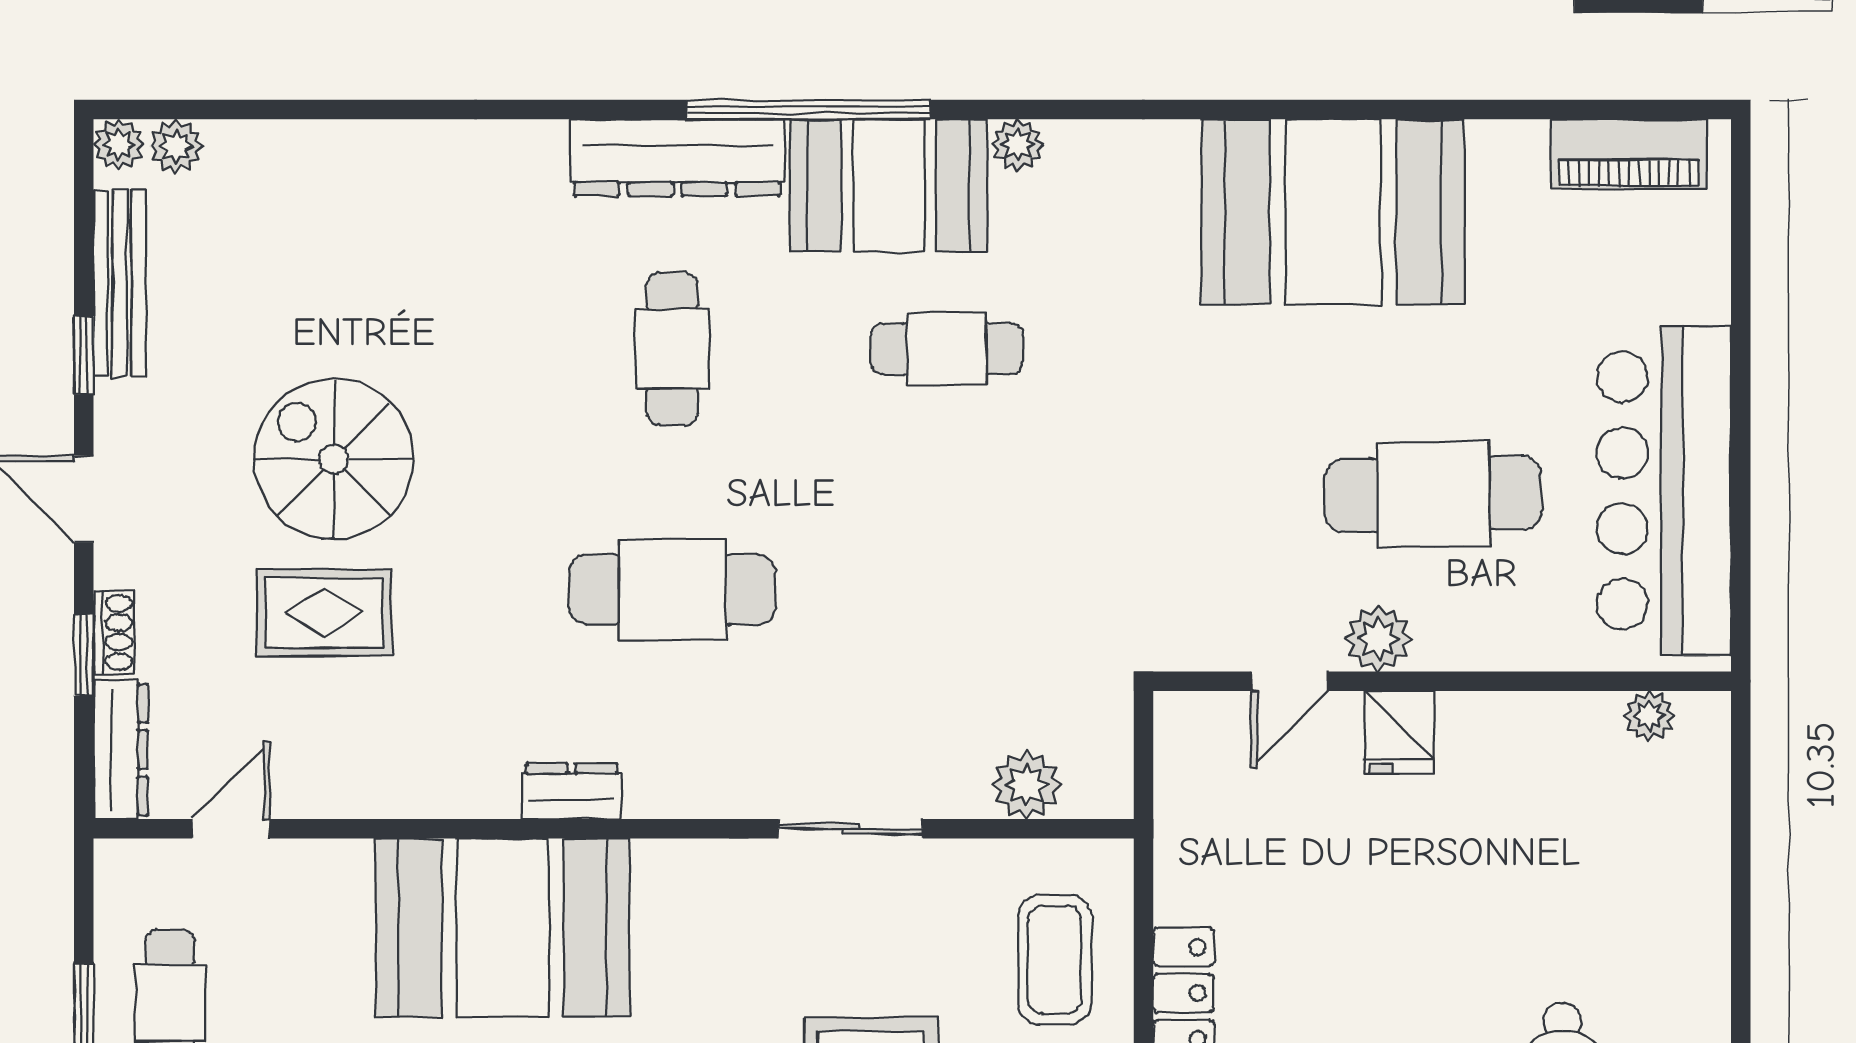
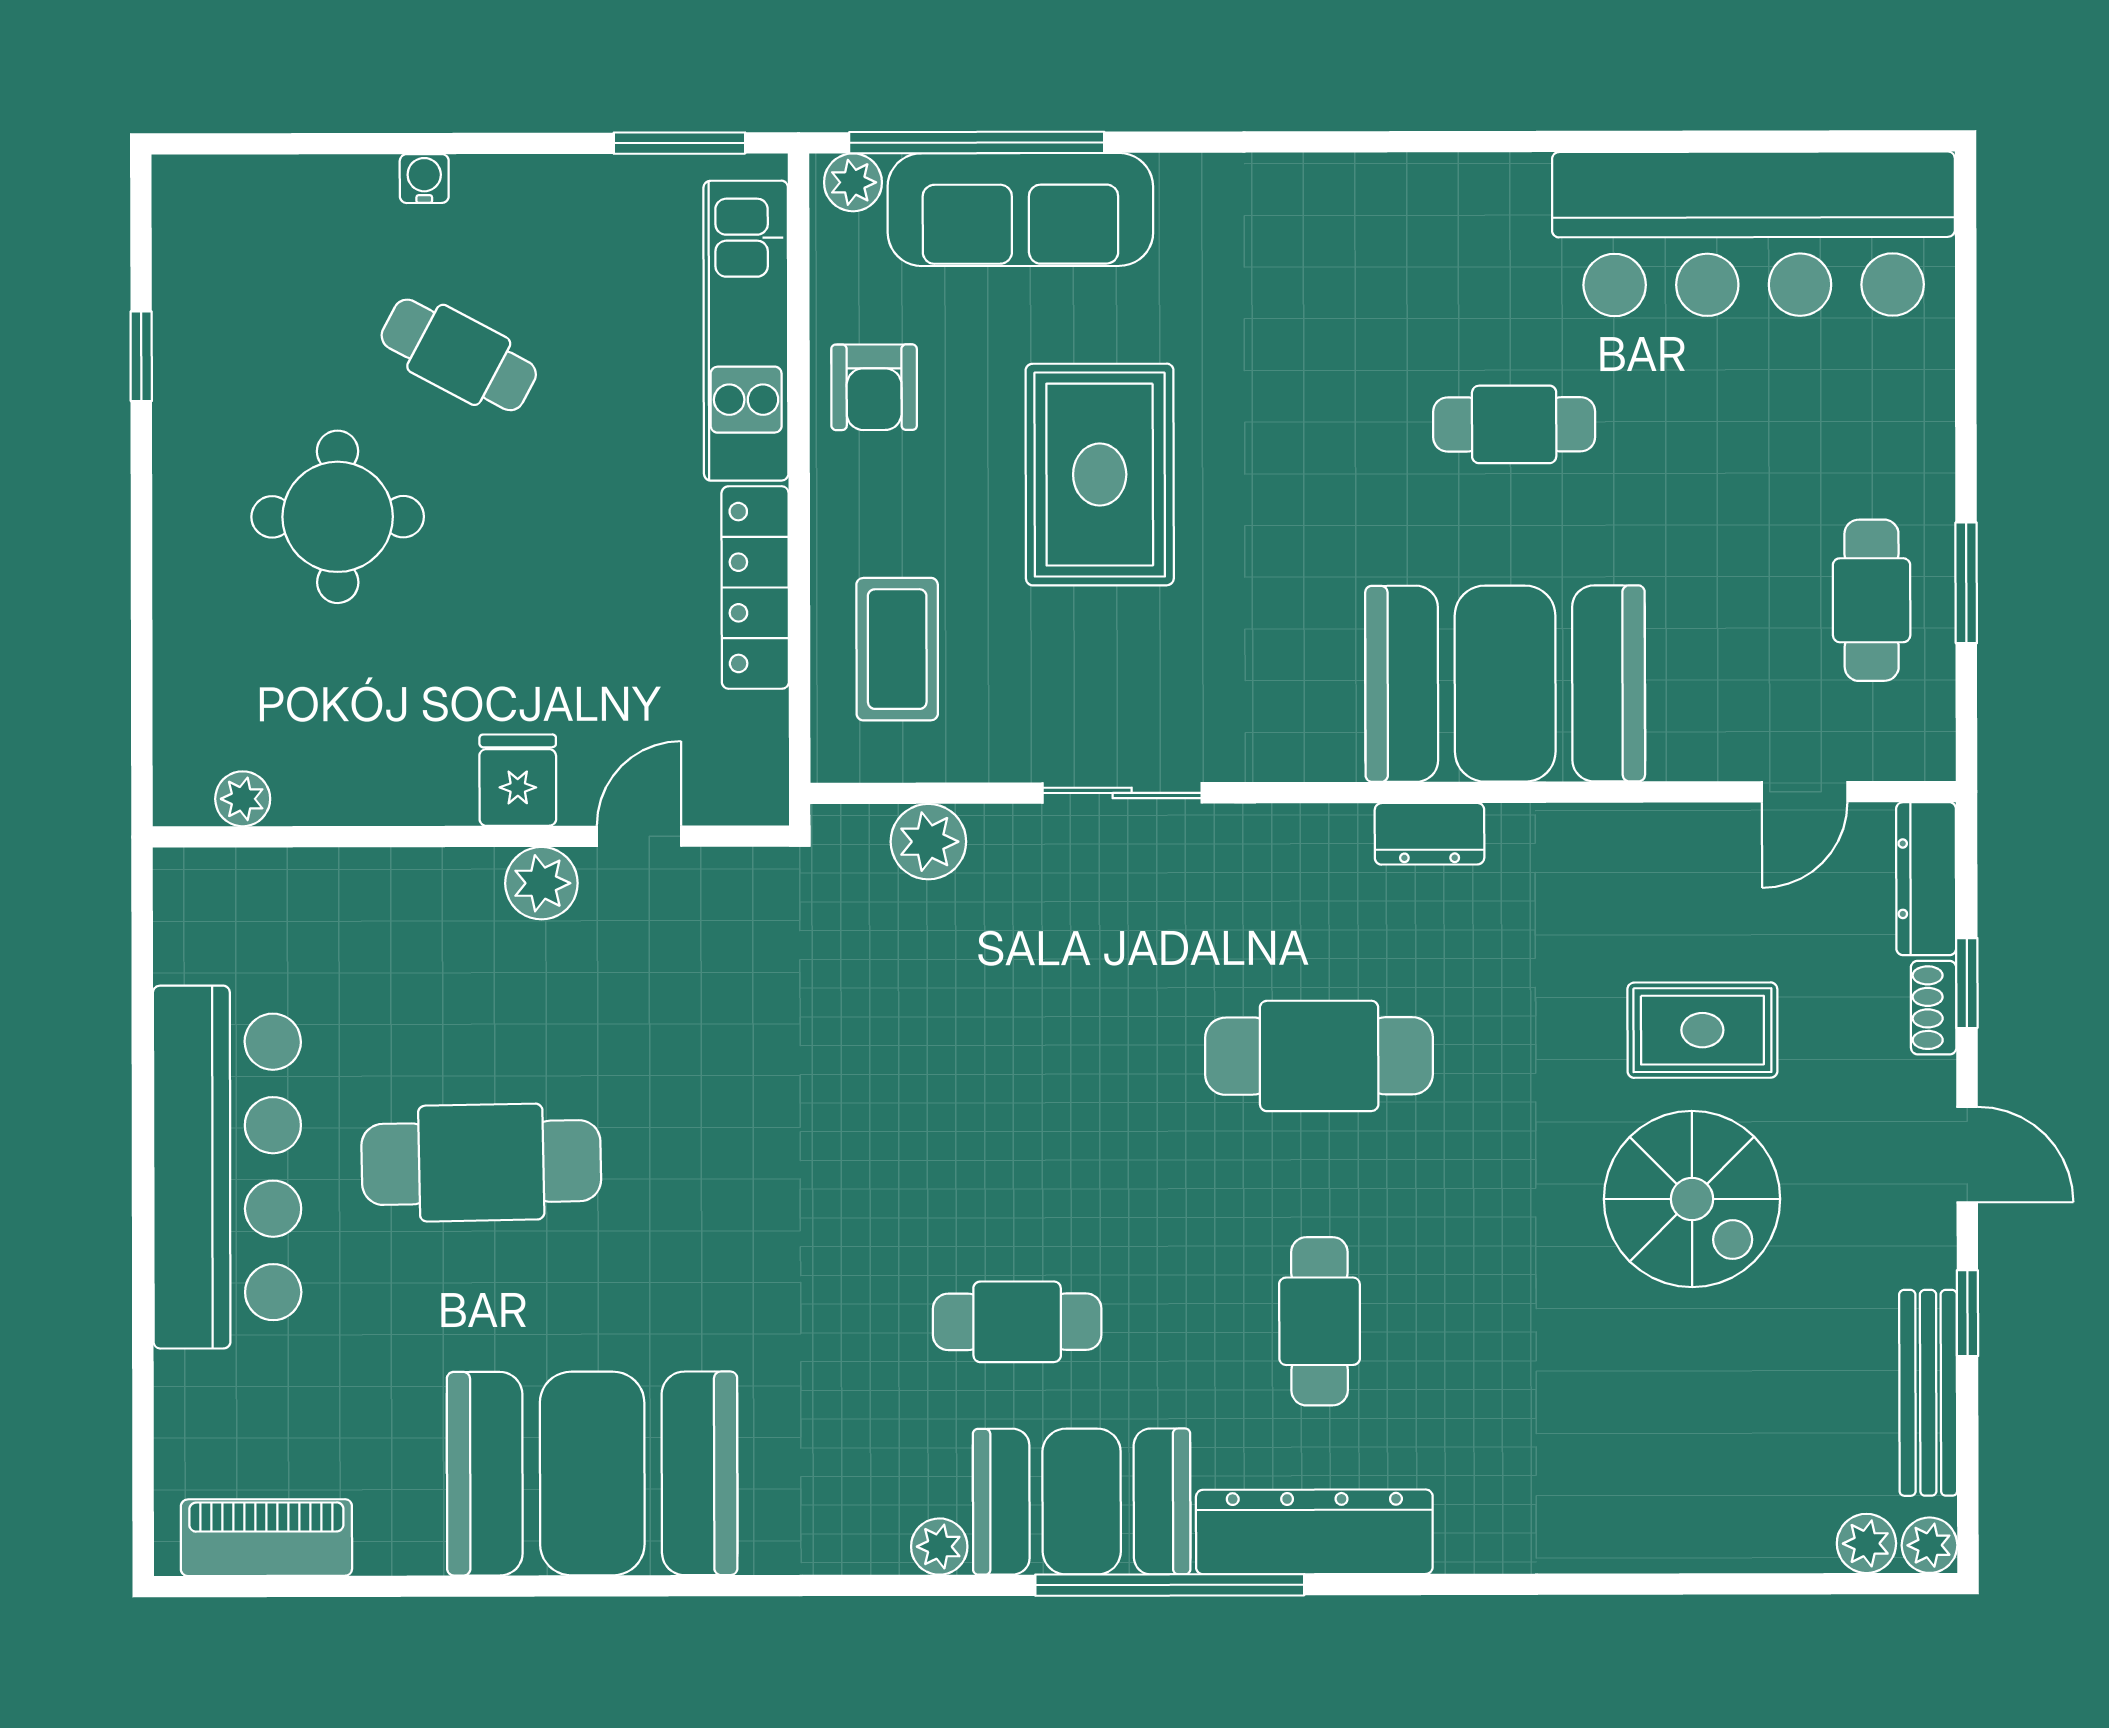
plant: (1378, 639) -> (541, 883), moved
door: (1289, 681) -> (639, 836), moved
wall: (1442, 681) -> (471, 836), moved
plant: (1649, 716) -> (243, 799), moved
fridge: (1399, 732) -> (518, 780), moved

